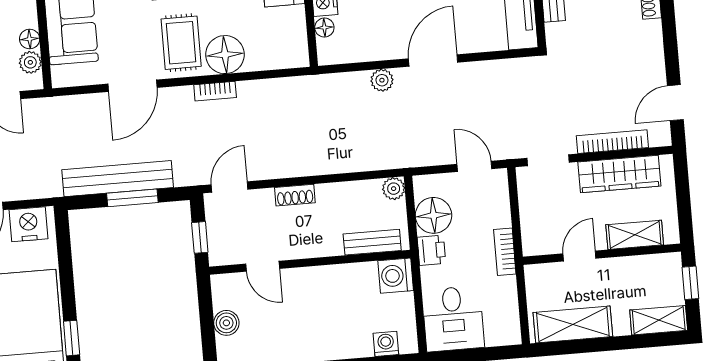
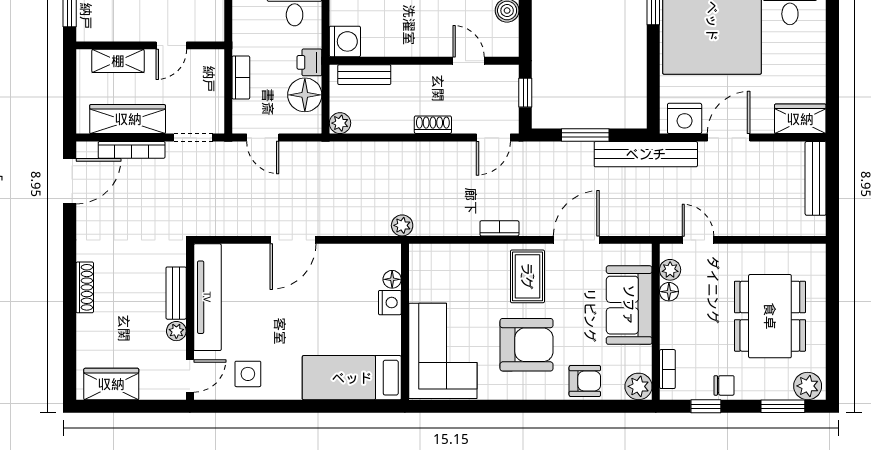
floor lamp: (225, 55) -> (487, 262), removed
plant: (382, 80) -> (402, 225), moved
door: (675, 103) -> (70, 181), width x1.38
bench: (118, 179) -> (646, 154), moved
bookcase: (505, 252) -> (241, 78), moved

